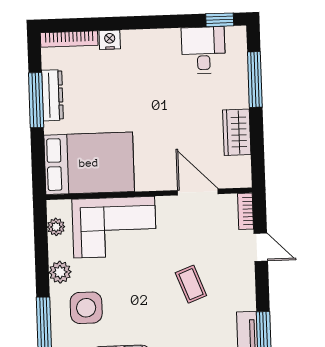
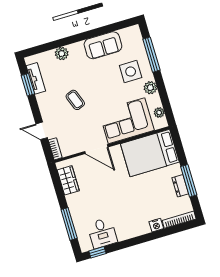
dresser: (52, 95) -> (180, 186), width x0.70
wardrobe: (237, 132) -> (68, 180), moved
door: (198, 192) -> (96, 149), moved

